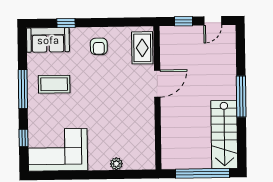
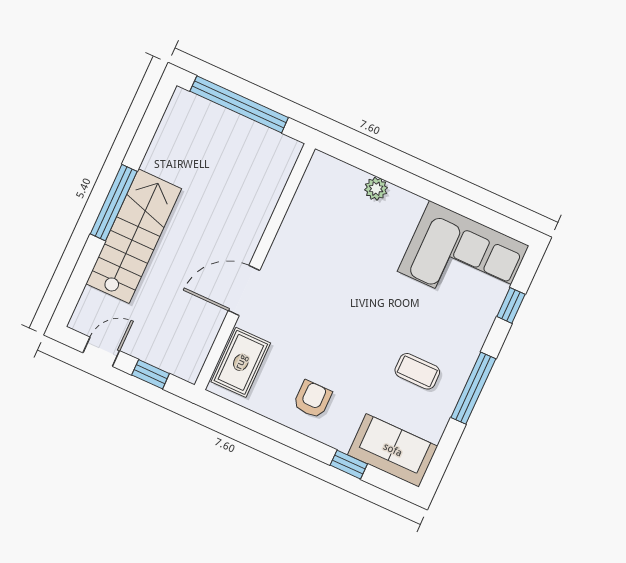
coffee table: (54, 84) -> (417, 371), width x0.73, depth x0.77
stairs: (224, 134) -> (134, 236), moved

